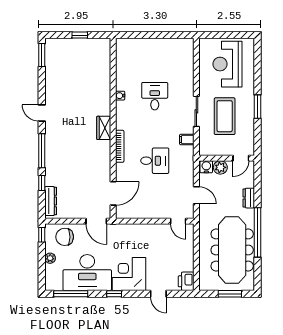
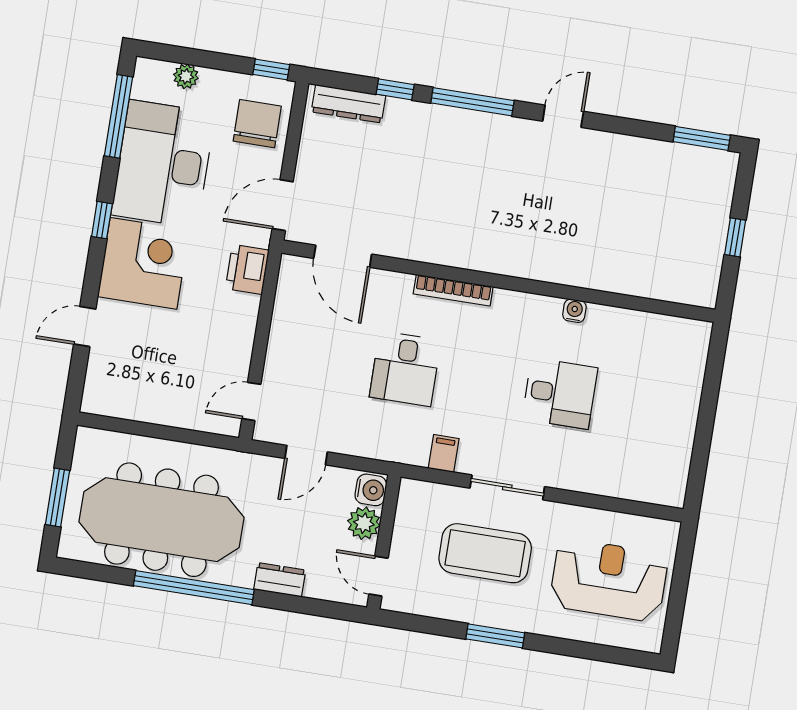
wardrobe: (104, 128) -> (503, 259), removed
plant: (50, 258) -> (186, 76), moved
printer: (186, 281) -> (247, 269), moved, turned -90

